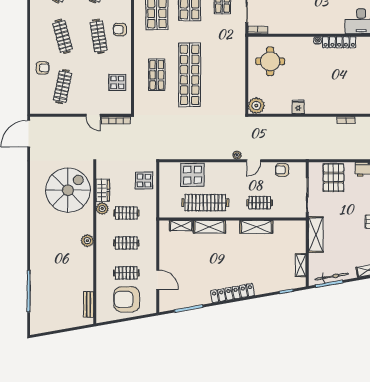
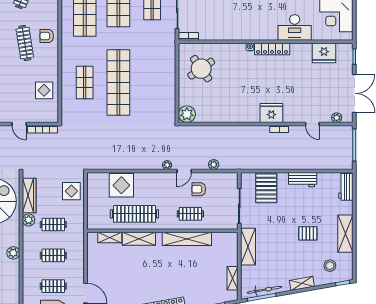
round table: (270, 61) -> (201, 69), turned -35
fridge: (298, 107) -> (271, 113), moved, width x1.88, depth x1.34
plant: (282, 155) -> (214, 165), added
armchair: (282, 170) -> (199, 189), moved
wardrobe: (103, 190) -> (29, 195), width x1.50
shelving: (256, 227) -> (187, 239), width x1.47

